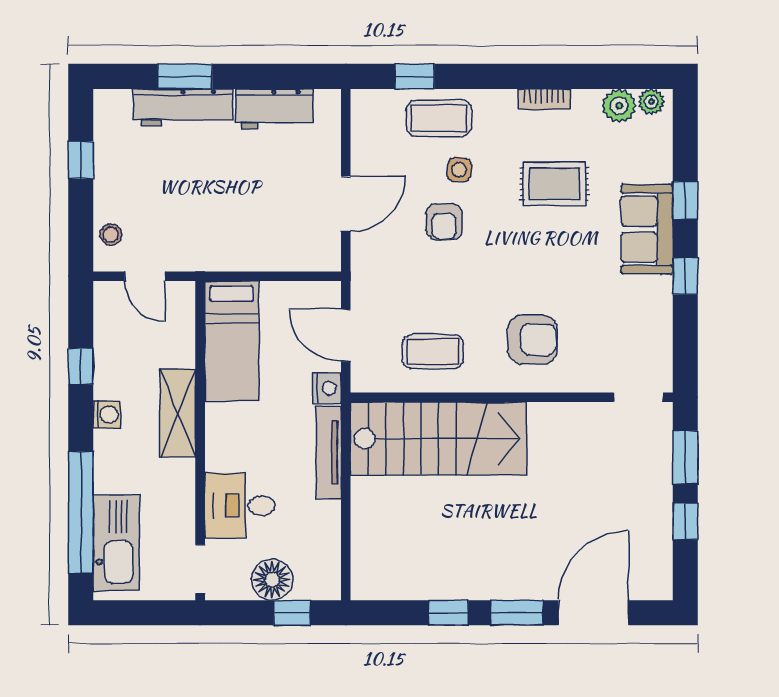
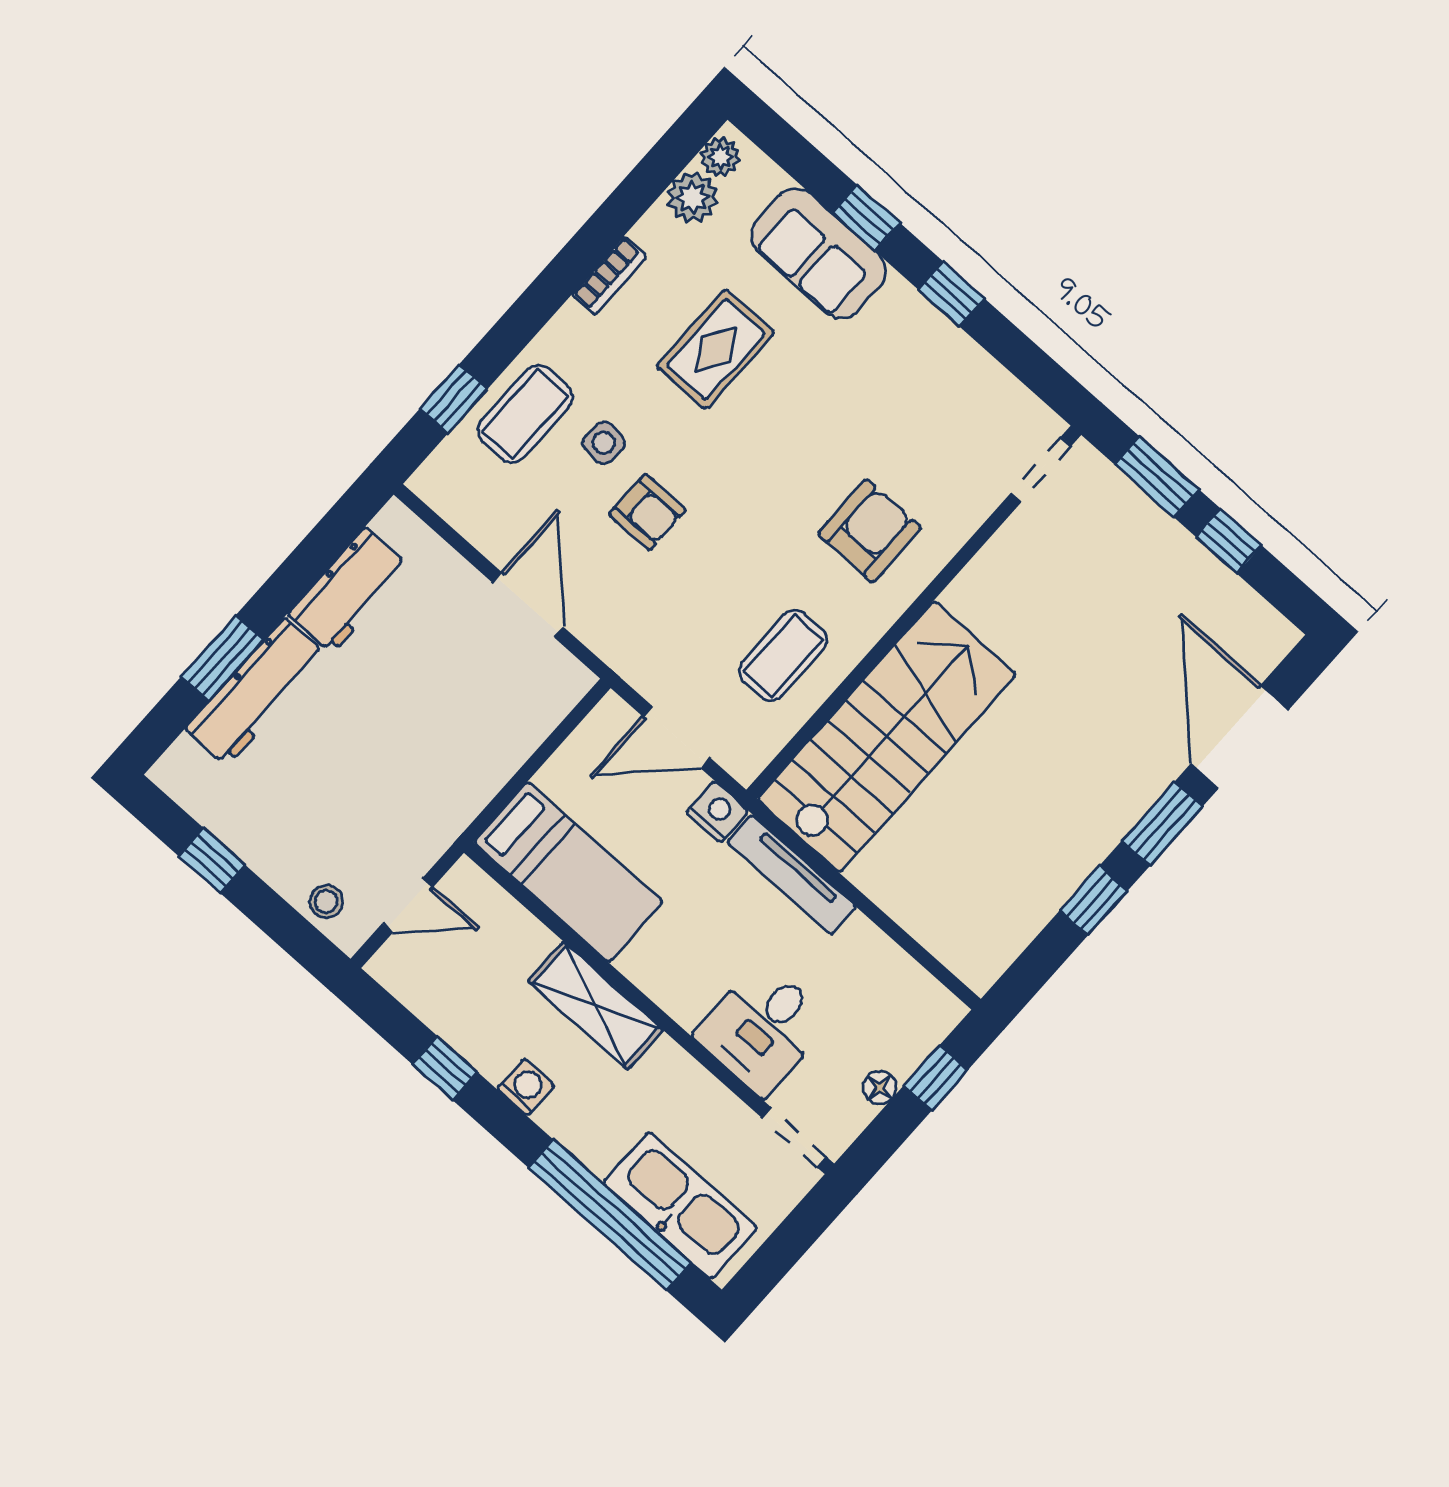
sofa: (647, 229) -> (819, 253), moved
floor lamp: (272, 580) -> (880, 1087), width x0.53, depth x0.53

